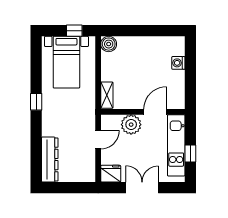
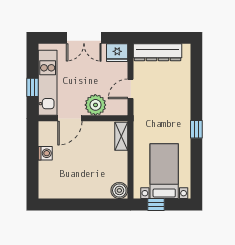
washing machine: (178, 63) -> (45, 153), moved
window: (190, 154) -> (33, 87), moved
dresser: (50, 160) -> (158, 52), moved, turned -90

